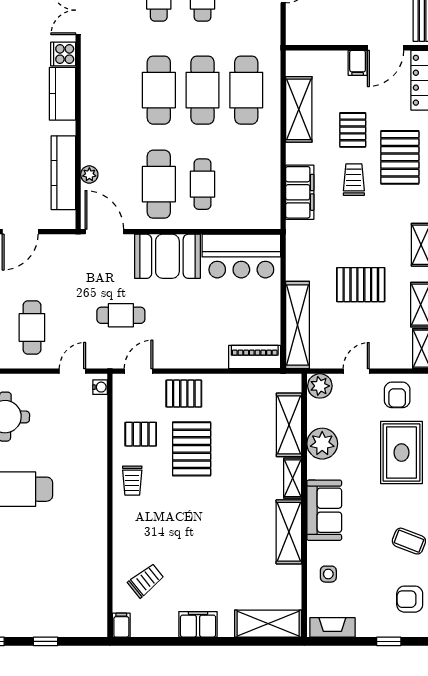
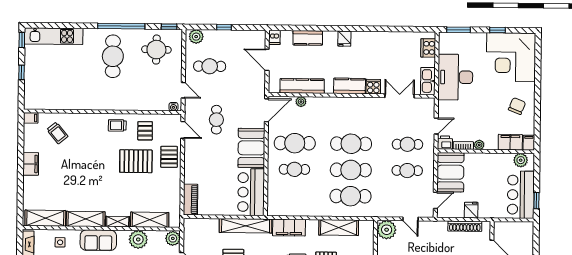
plant: (302, 29) -> (387, 230), added
shelving: (298, 325) -> (246, 226), moved
shelving: (268, 624) -> (45, 218), moved, turned 90

